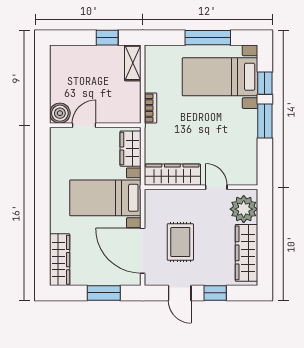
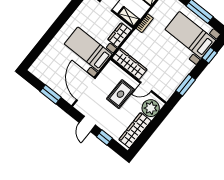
shelving: (124, 116) -> (129, 17), added
window: (265, 121) -> (186, 85), moved
door: (216, 187) -> (146, 87), swing flipped
rug: (180, 242) -> (120, 94), moved
wardrobe: (60, 260) -> (42, 61), removed

